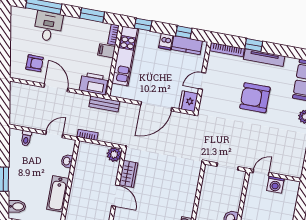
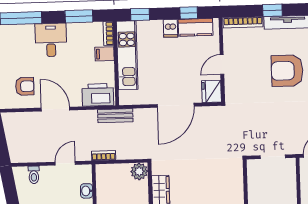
desk: (48, 26) -> (51, 40), moved

